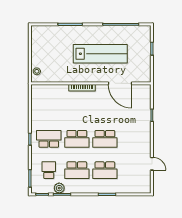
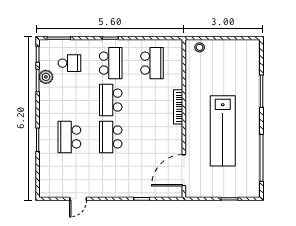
door: (120, 83) -> (184, 170), moved
school desk: (77, 170) -> (152, 63), moved, turned 180

